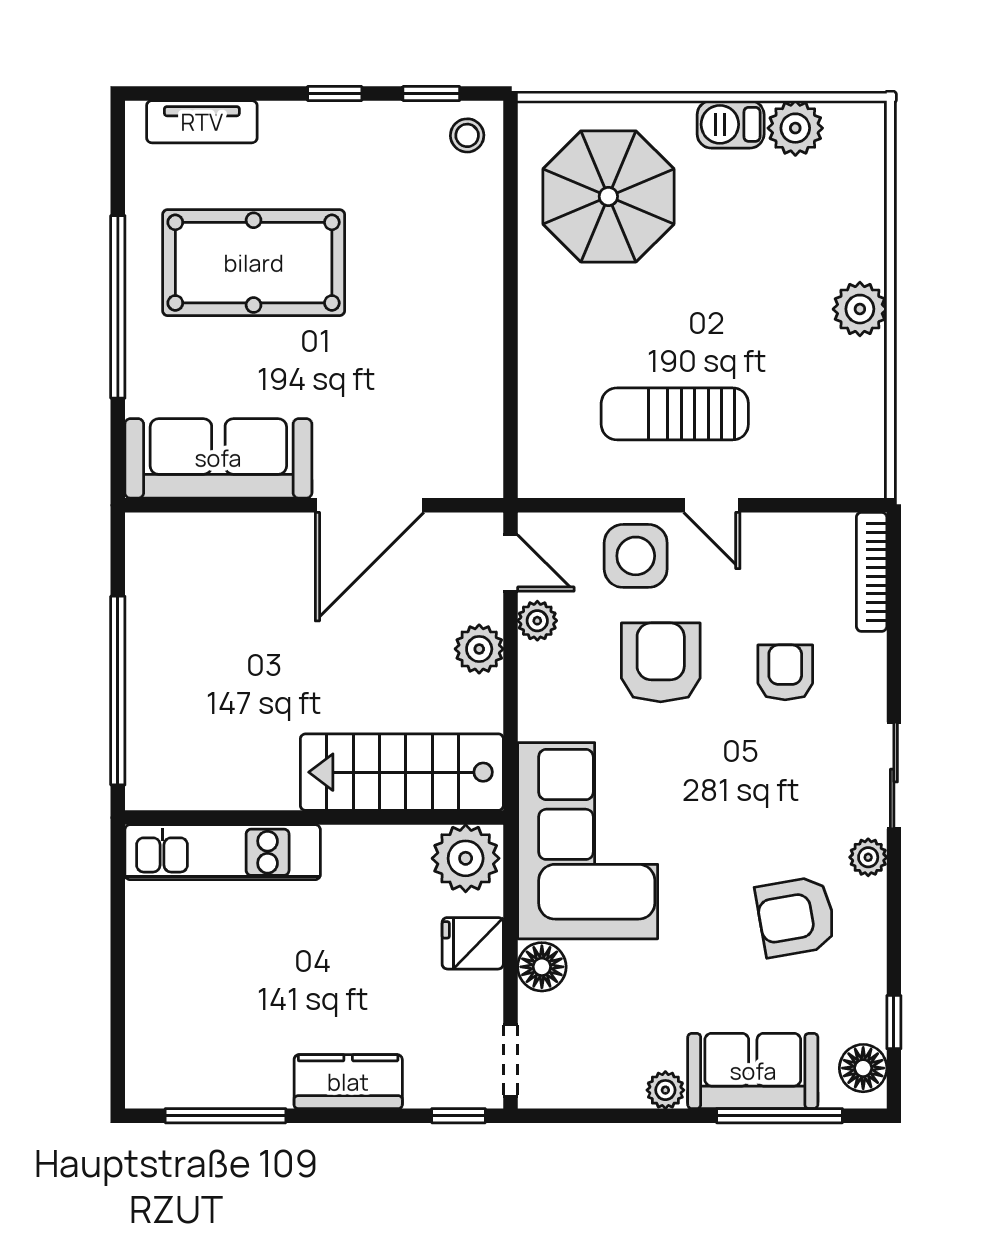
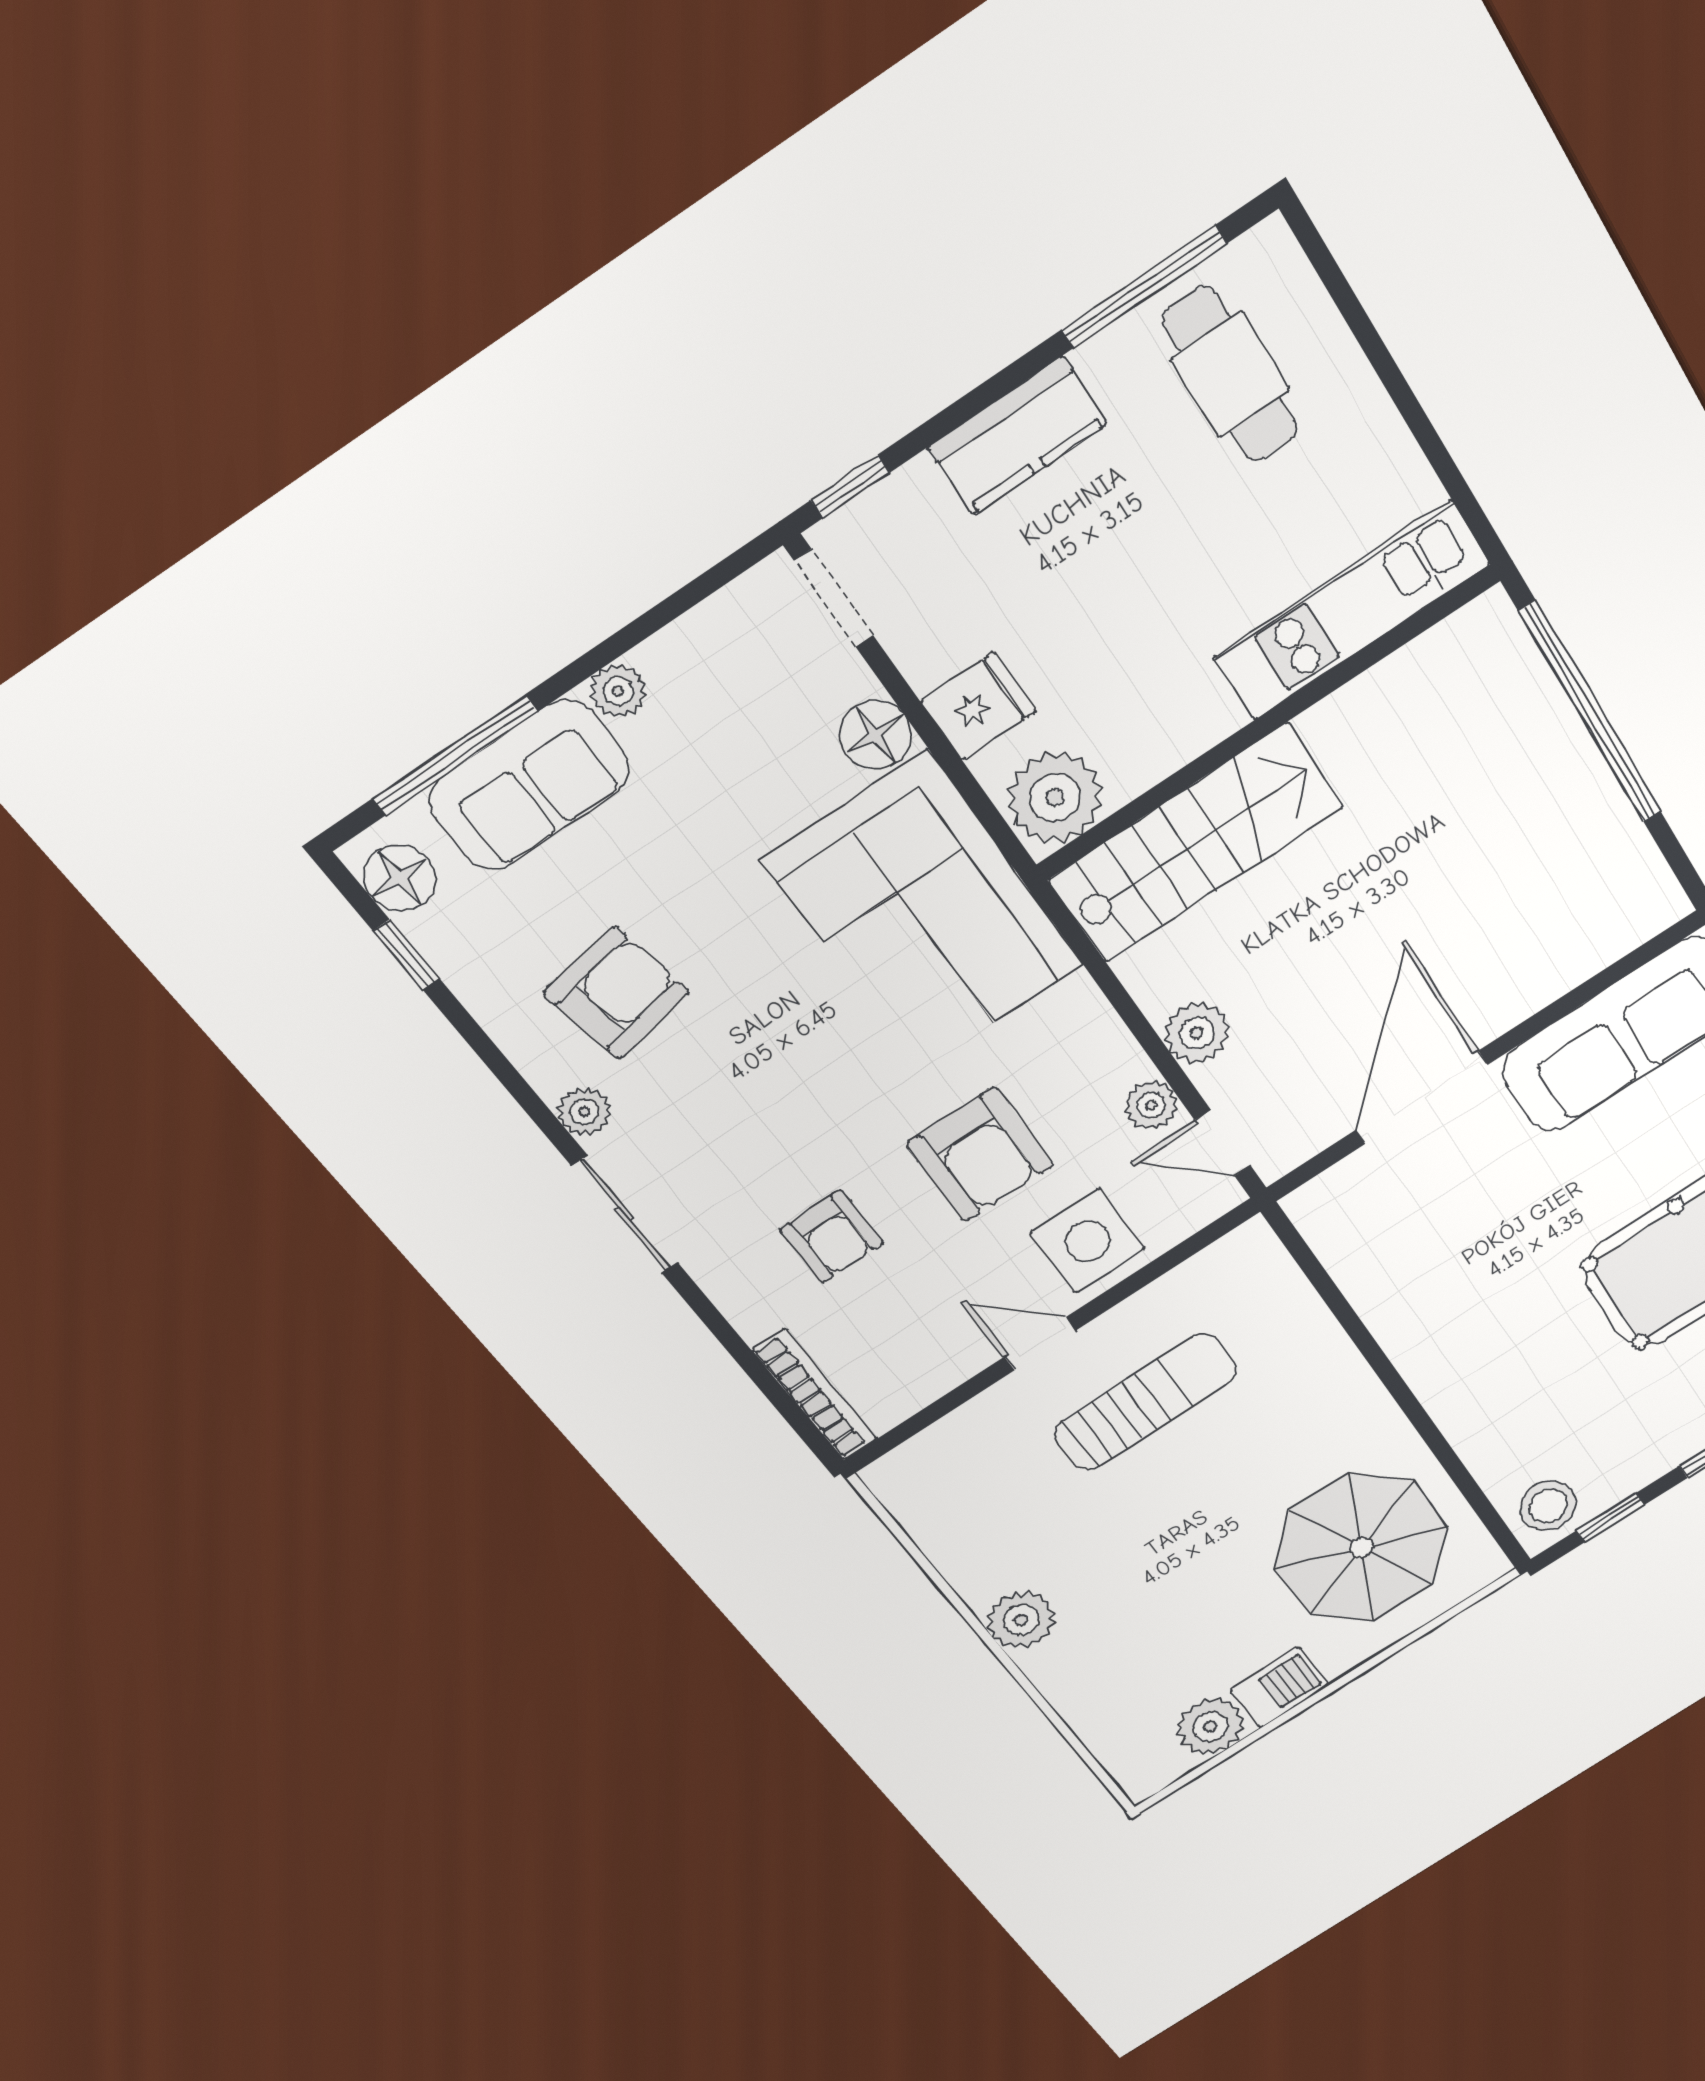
stool: (467, 135) -> (1548, 1506), width x1.37, depth x1.37
cafe table: (208, 1036) -> (1230, 374), added

